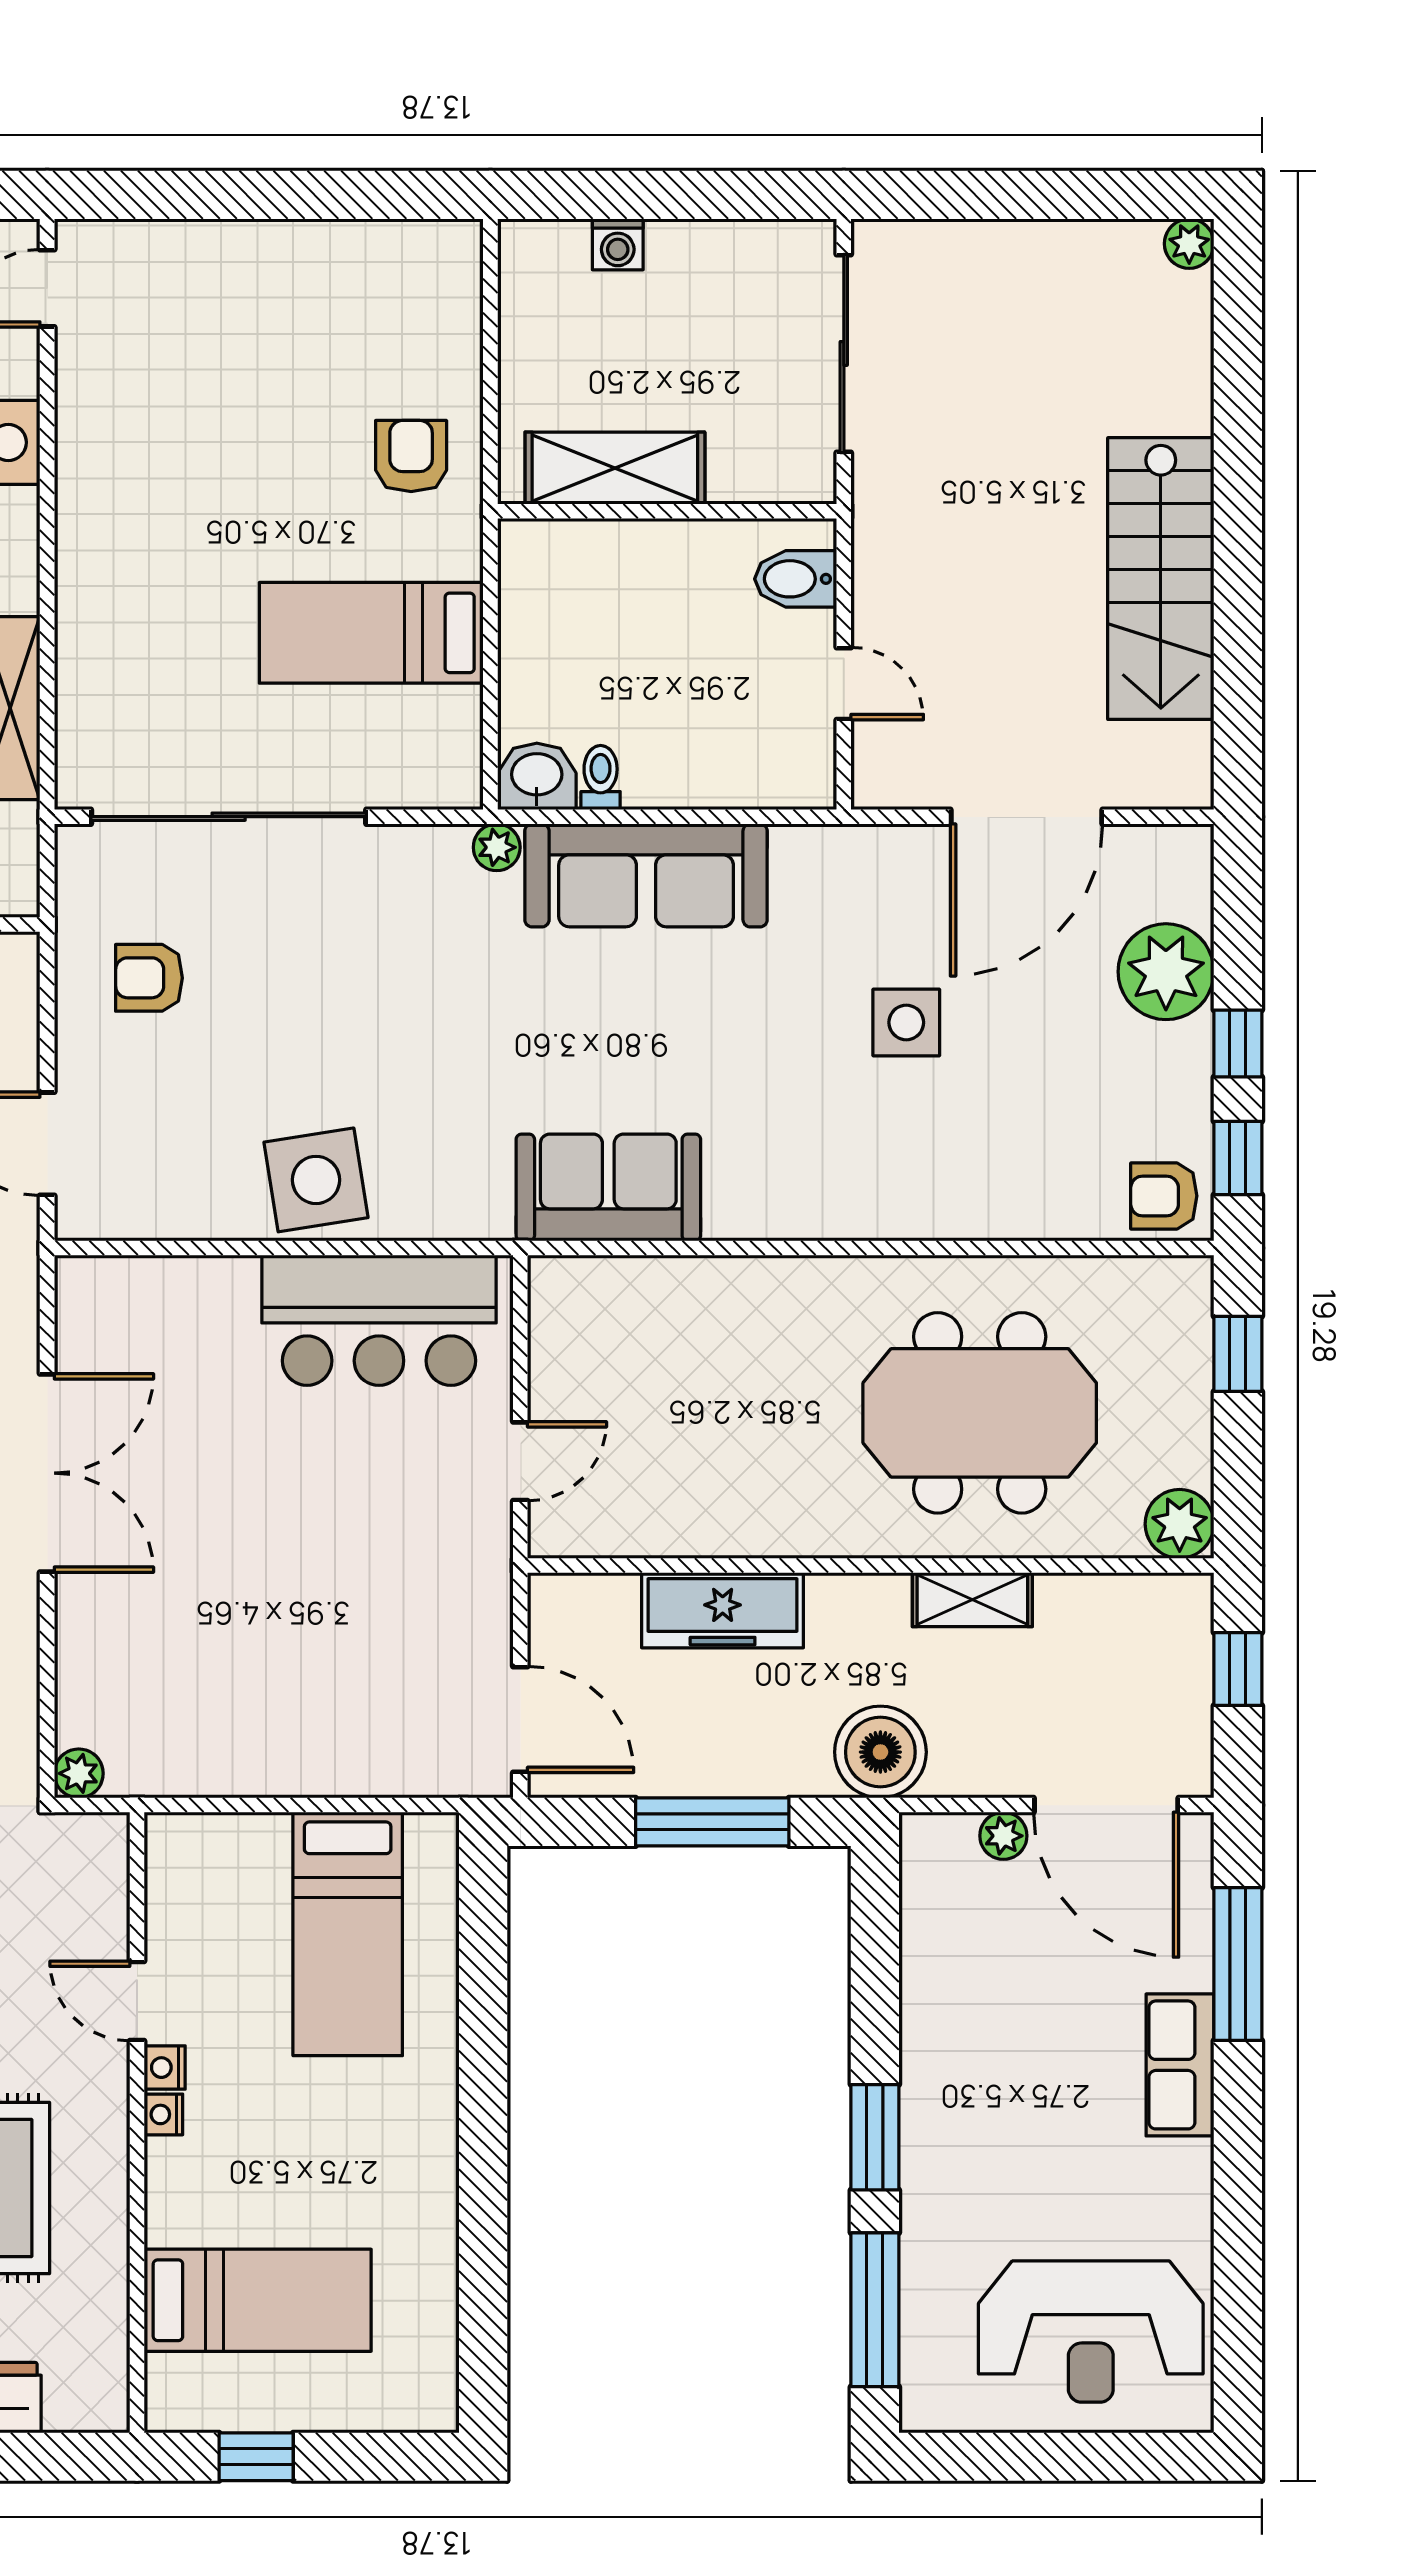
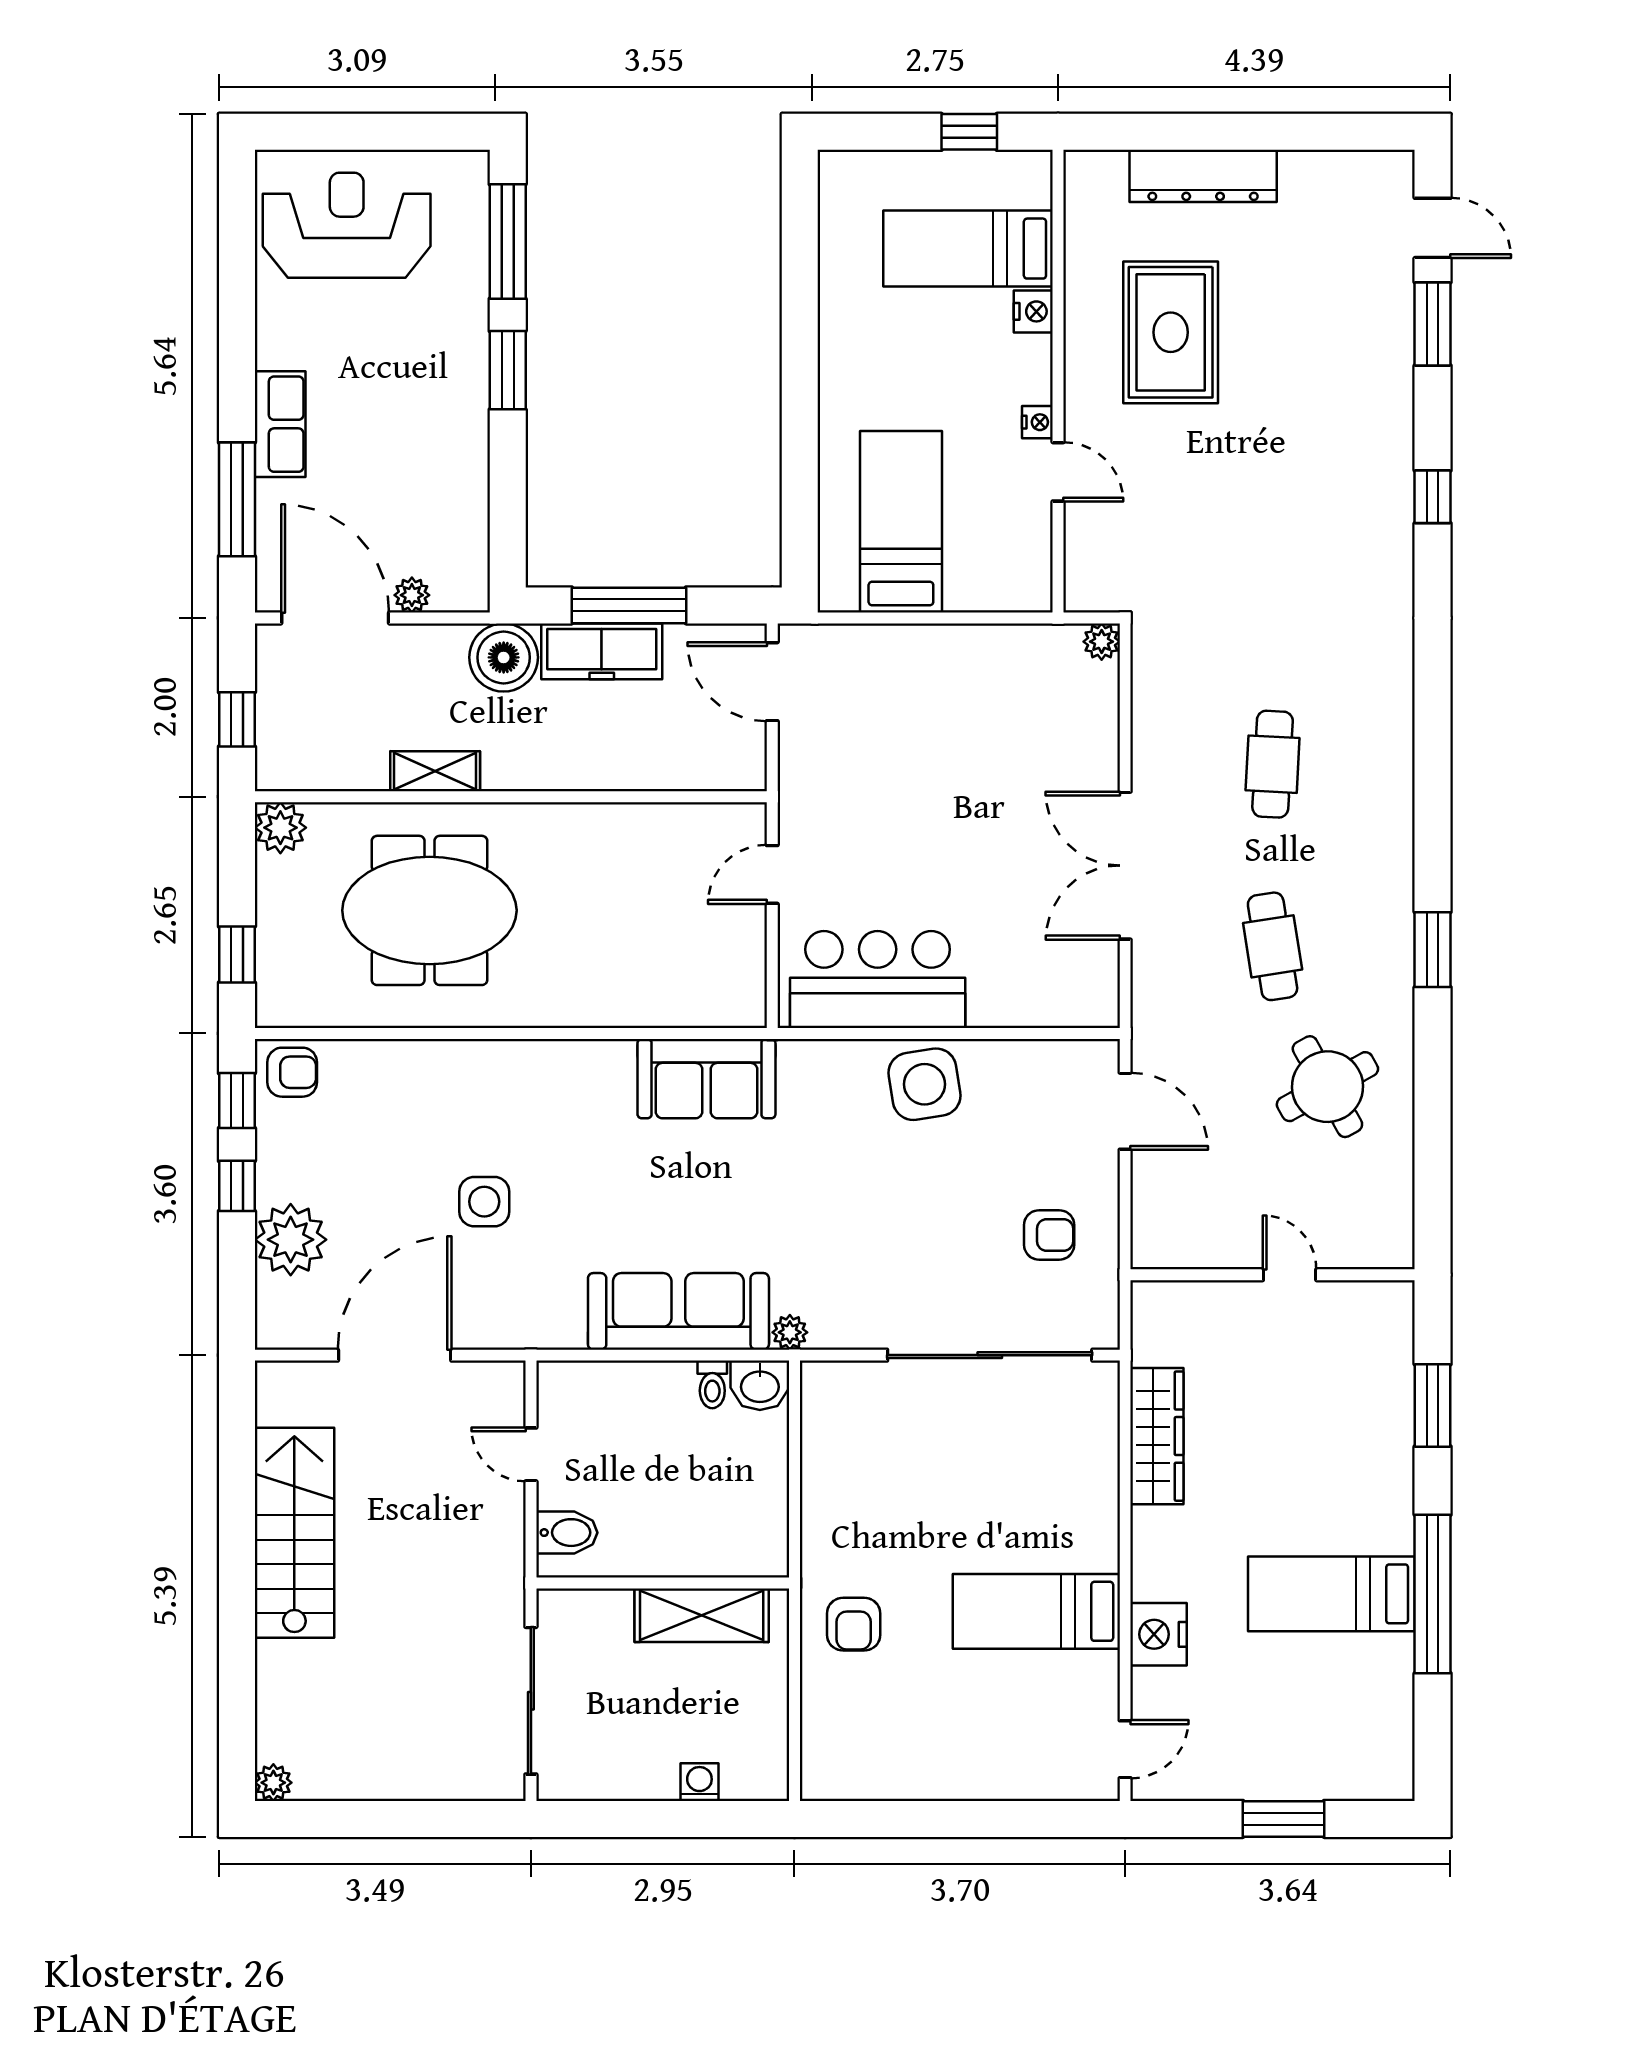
bed: (371, 633) -> (1036, 1611), moved, turned 180
freezer: (723, 1610) -> (602, 651), moved, turned 180
nightstand: (163, 2114) -> (1033, 311), moved, width x1.39, depth x1.35

